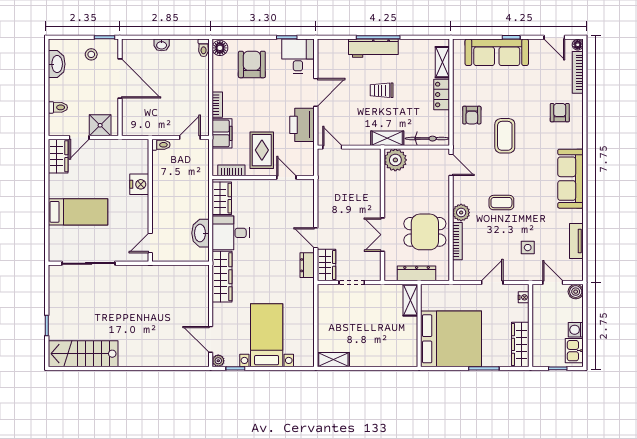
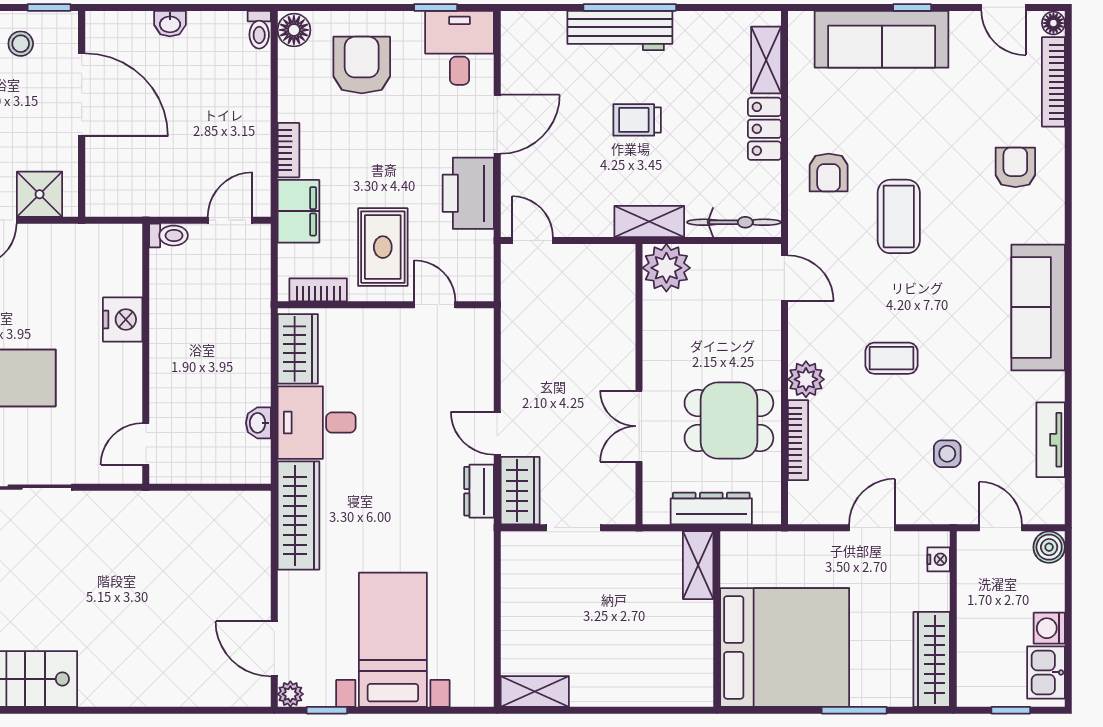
washbasin: (201, 233) -> (258, 423), width x0.52, depth x0.69

